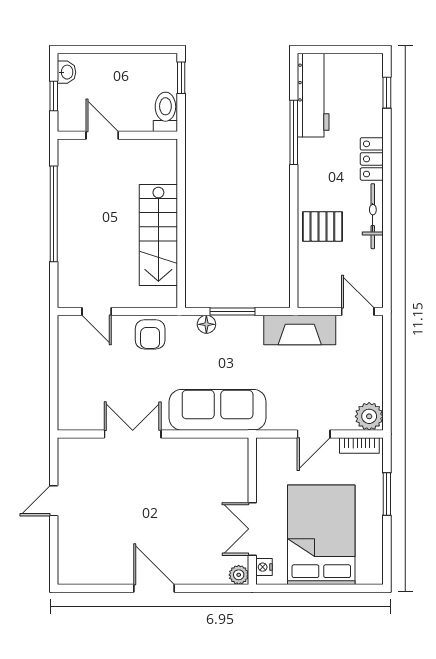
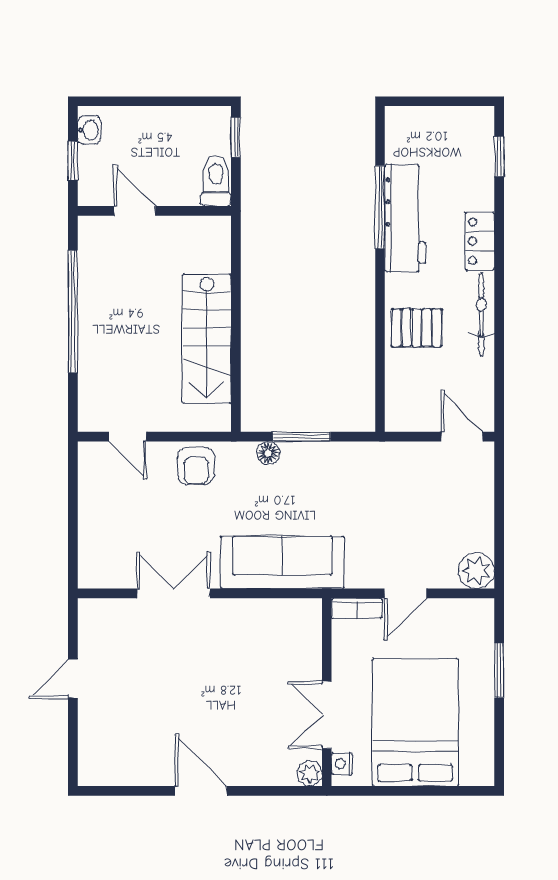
workbench: (313, 95) -> (405, 218), moved
fireplace: (300, 330) -> (388, 460), removed
bookcase: (359, 446) -> (357, 608), moved

